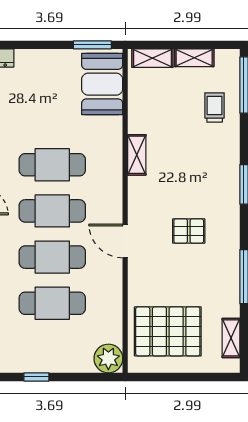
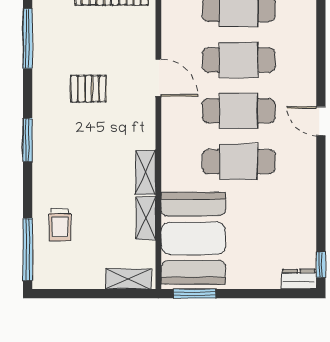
shelving: (194, 58) -> (146, 218), moved, turned 90
booth: (102, 84) -> (193, 238), width x1.36, depth x1.42

